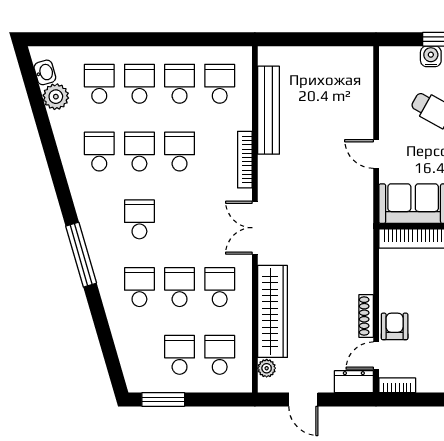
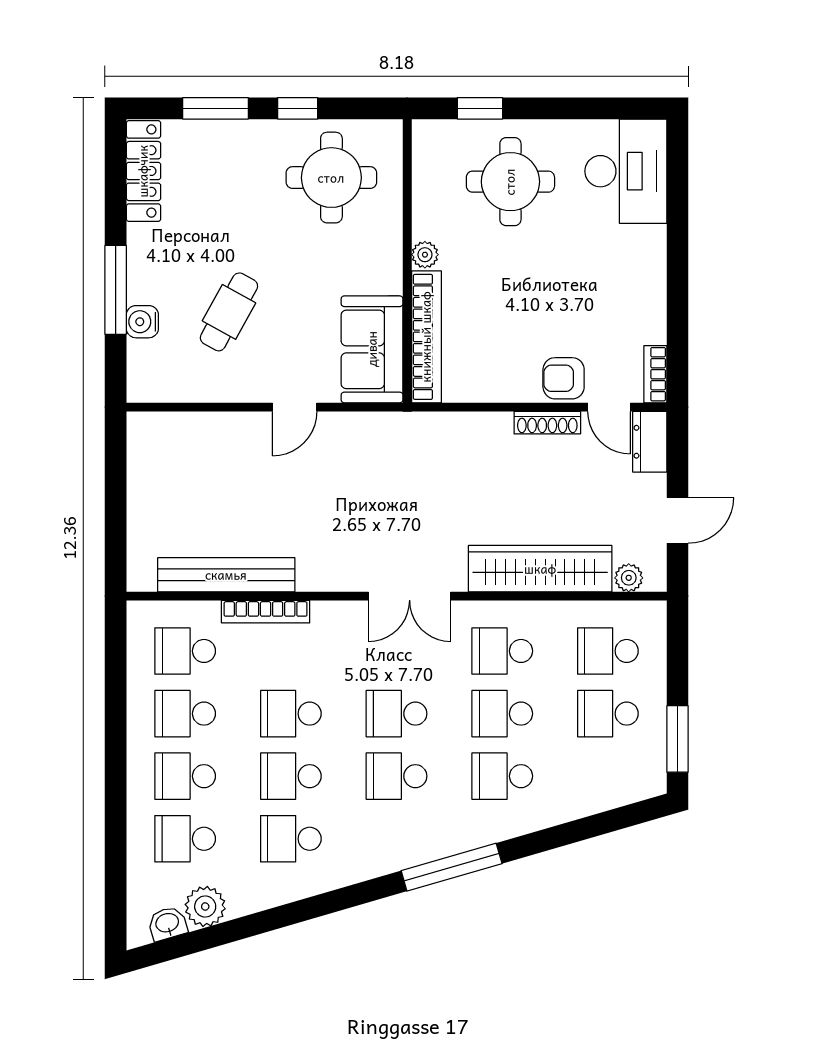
bookcase: (245, 160) -> (266, 612), moved
school desk: (180, 219) -> (397, 714), added

